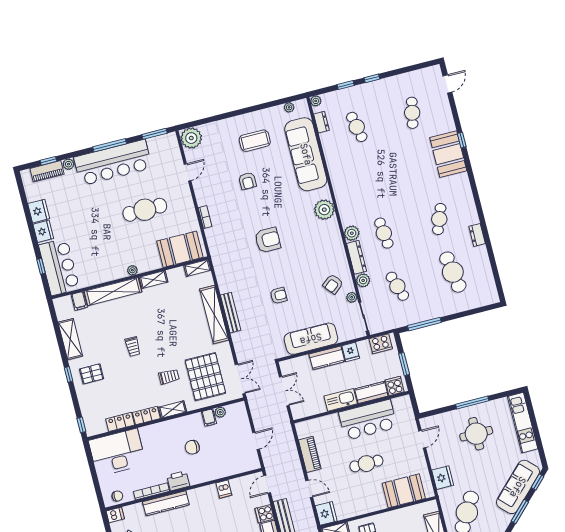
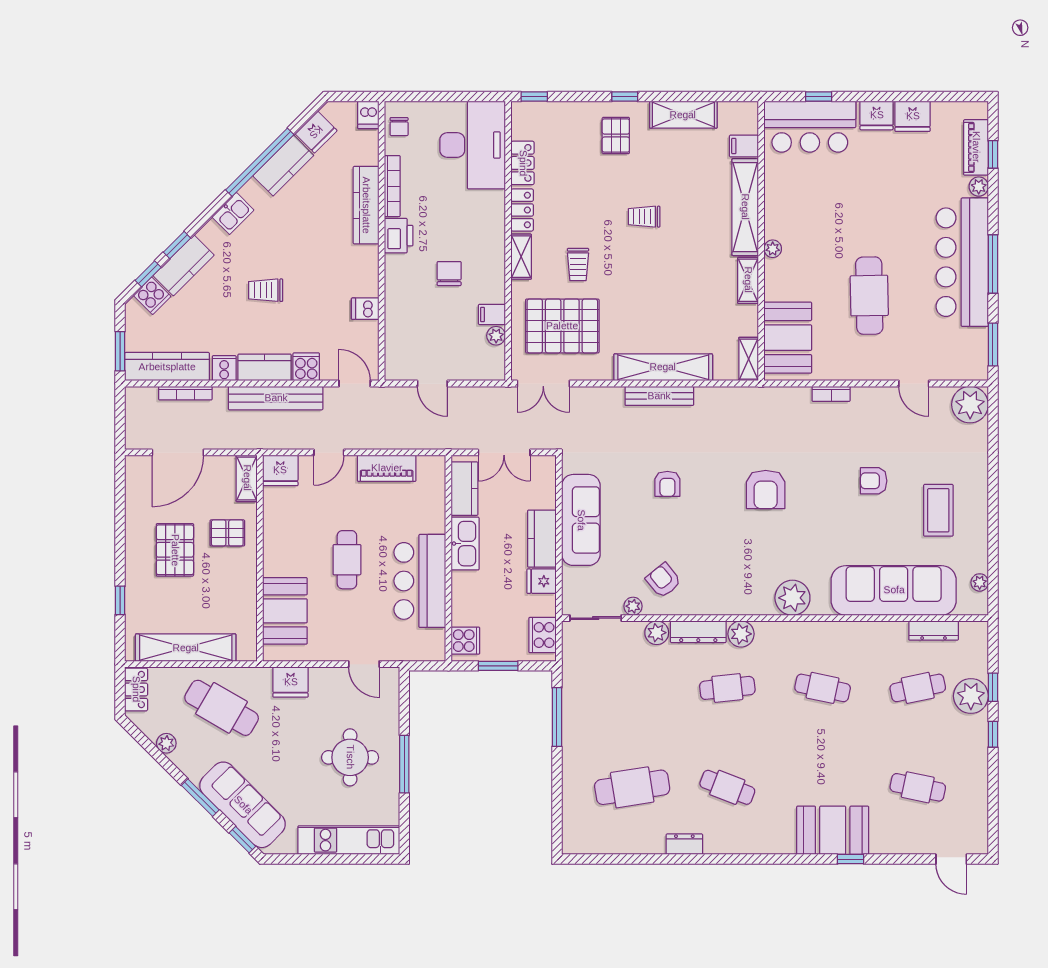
plant: (316, 101) -> (971, 696), moved, width x1.87, depth x1.87
dresser: (321, 122) -> (934, 631), width x1.44
cafe table: (397, 286) -> (823, 688), moved, turned 30
kitchen counter: (371, 392) -> (465, 489), moved

